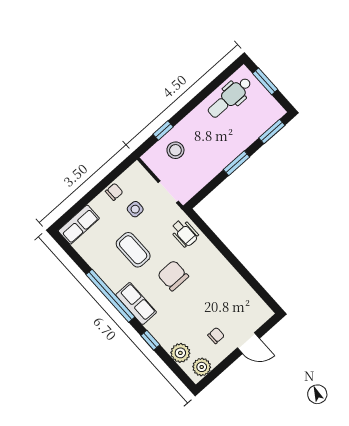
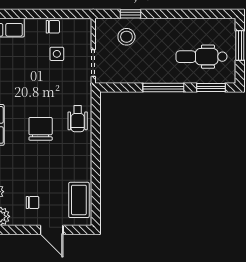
dental chair: (230, 98) -> (202, 57), moved
window: (237, 163) -> (163, 87), width x1.44
wheelchair: (184, 233) -> (78, 119), moved
coffee table: (133, 250) -> (79, 200), moved

